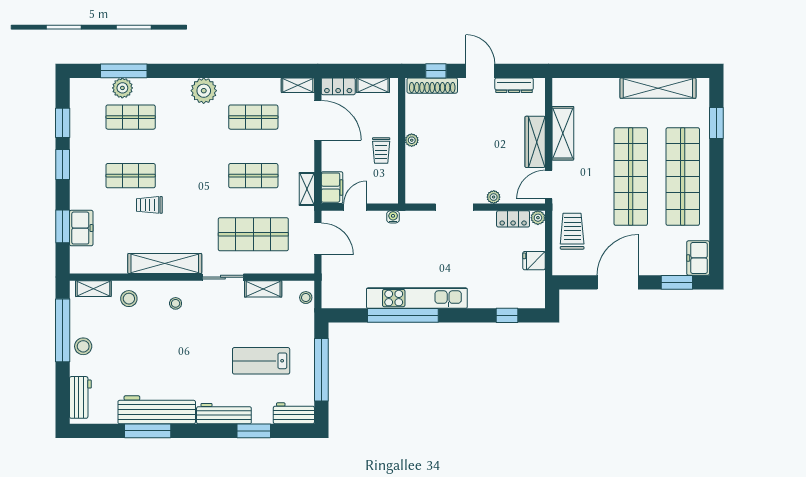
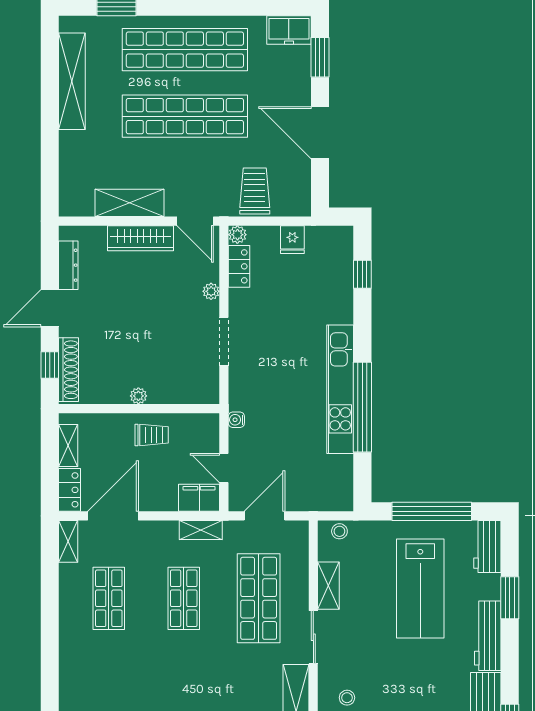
plant: (204, 91) -> (75, 662), removed
trolley: (572, 231) -> (255, 191), turned 90
lab bench: (261, 361) -> (420, 588), width x1.36, depth x1.39

